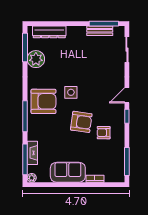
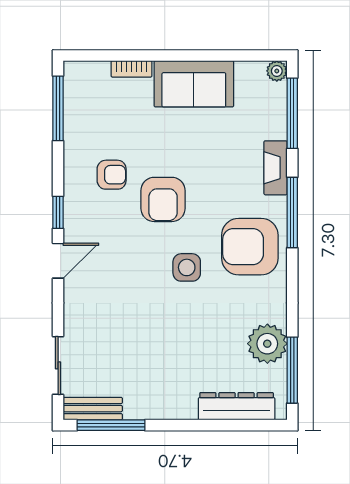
bench: (100, 31) -> (93, 409), moved
armchair: (81, 122) -> (163, 199), turned -98
fireplace: (32, 153) -> (276, 168), moved

